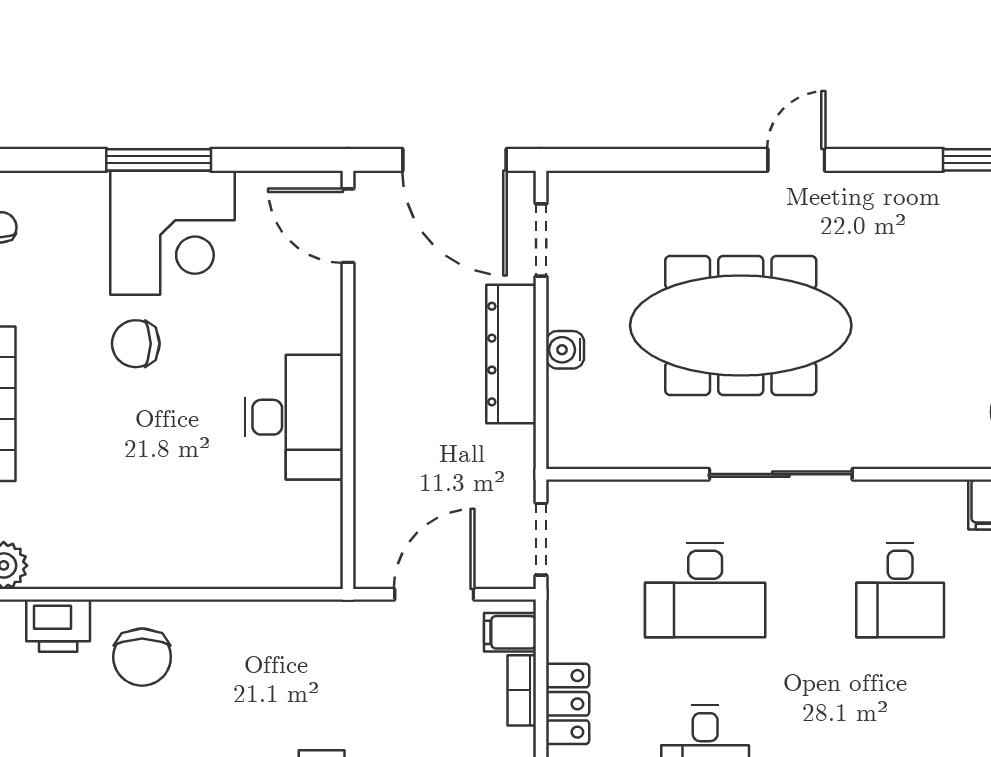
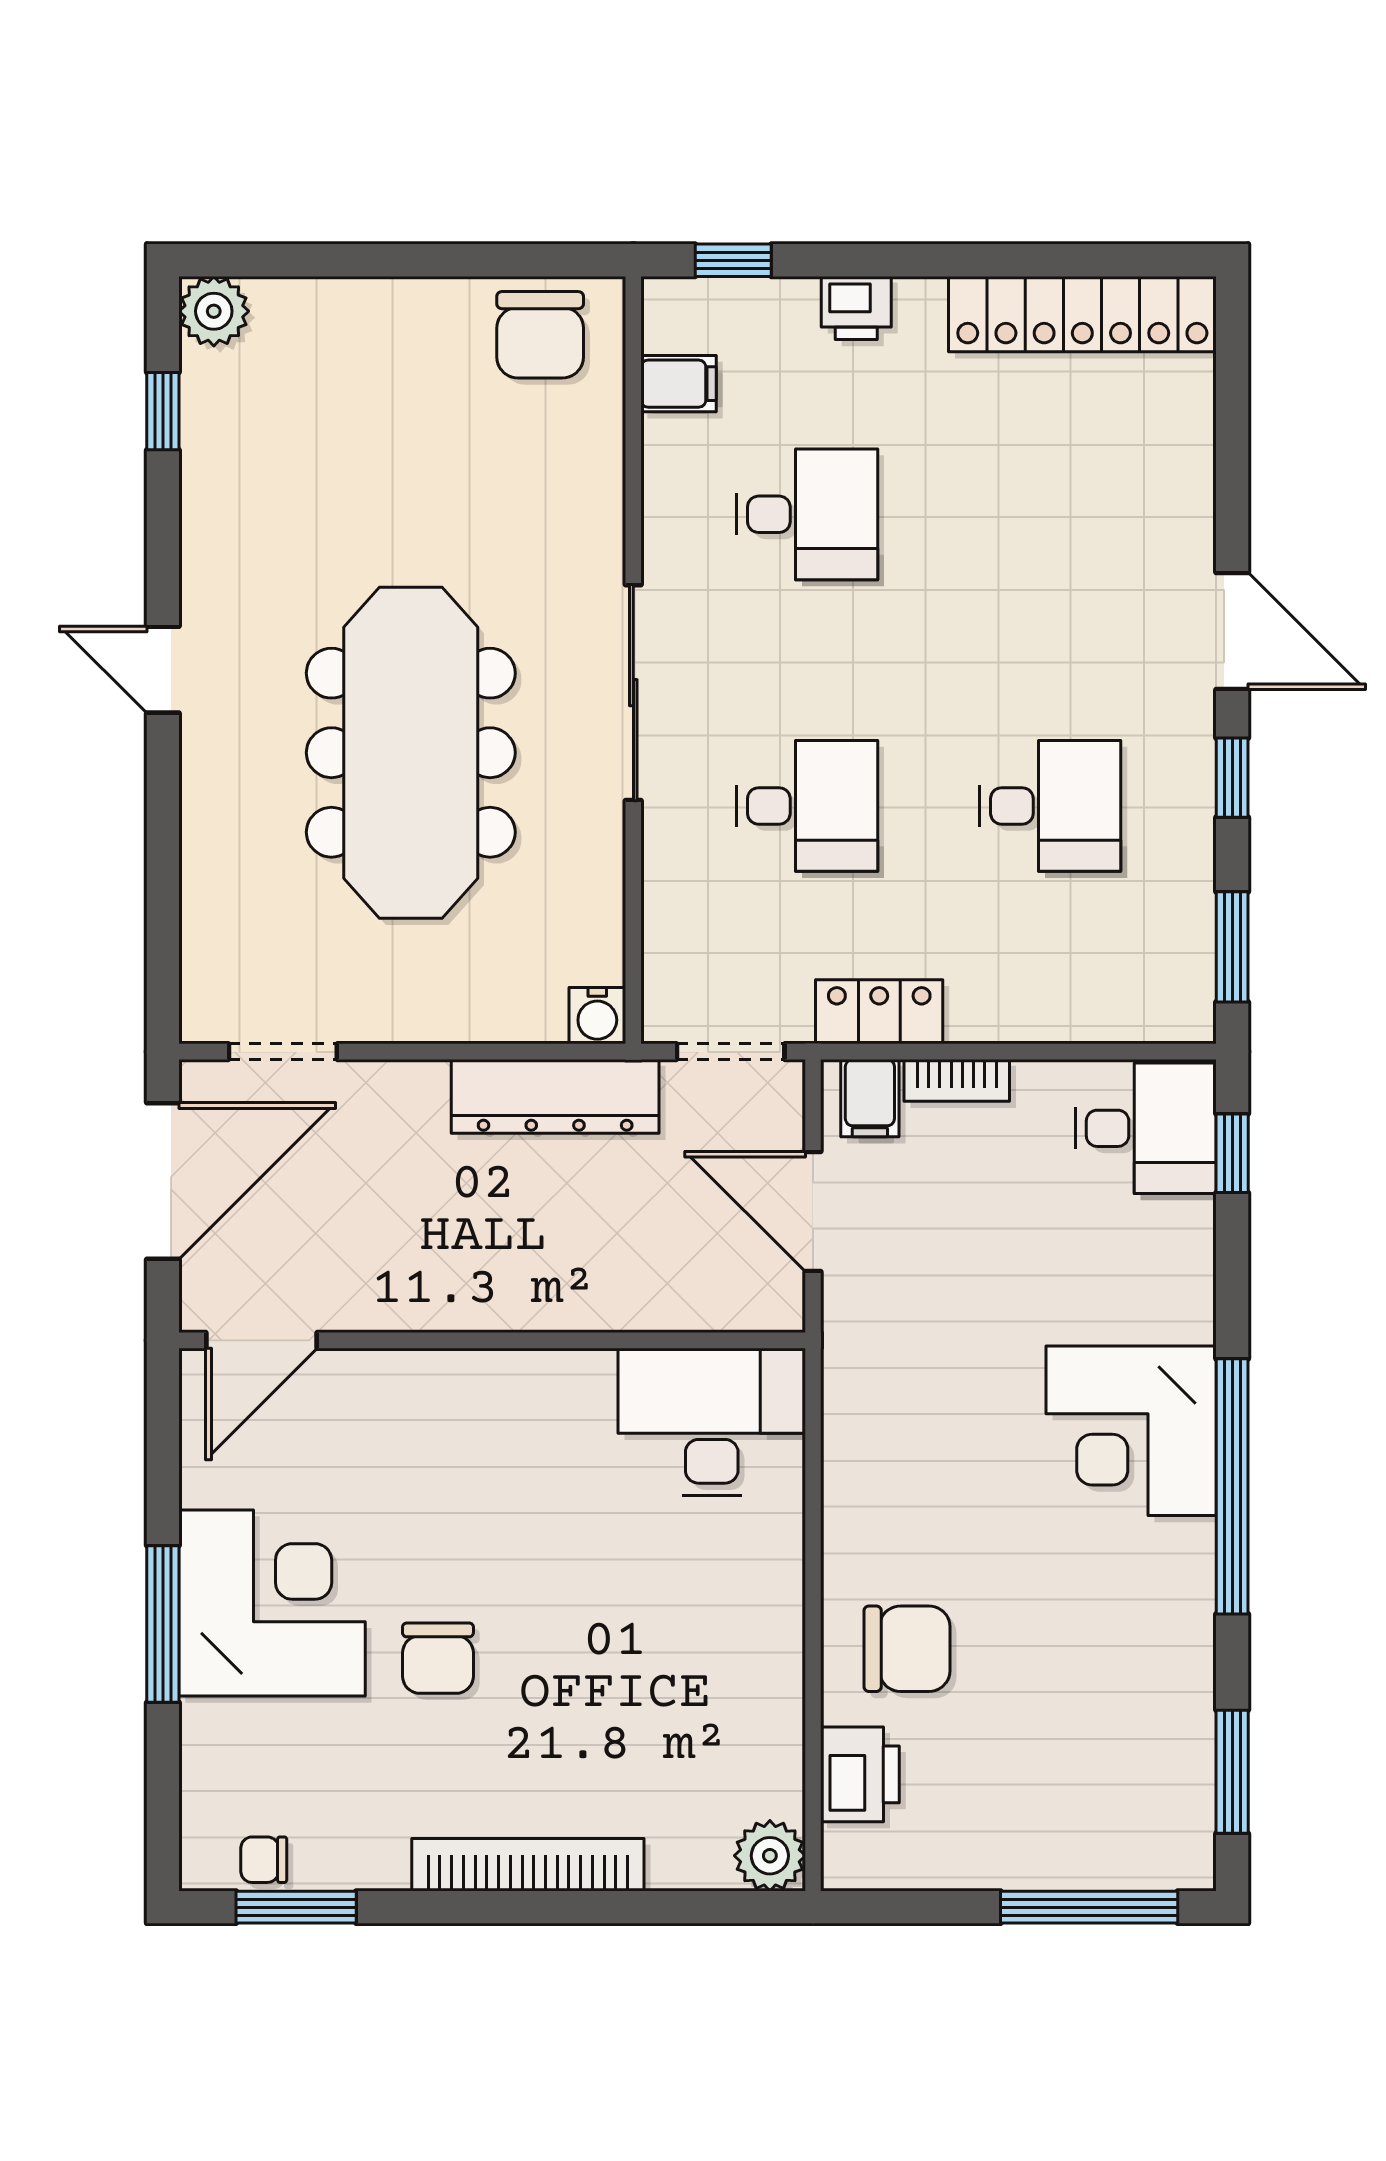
water cooler: (565, 350) -> (597, 1016), moved
dresser: (511, 354) -> (555, 1096), moved
desk: (294, 417) -> (712, 1422), moved
desk: (705, 590) -> (807, 806), width x0.73
locker: (568, 704) -> (879, 1012), moved

